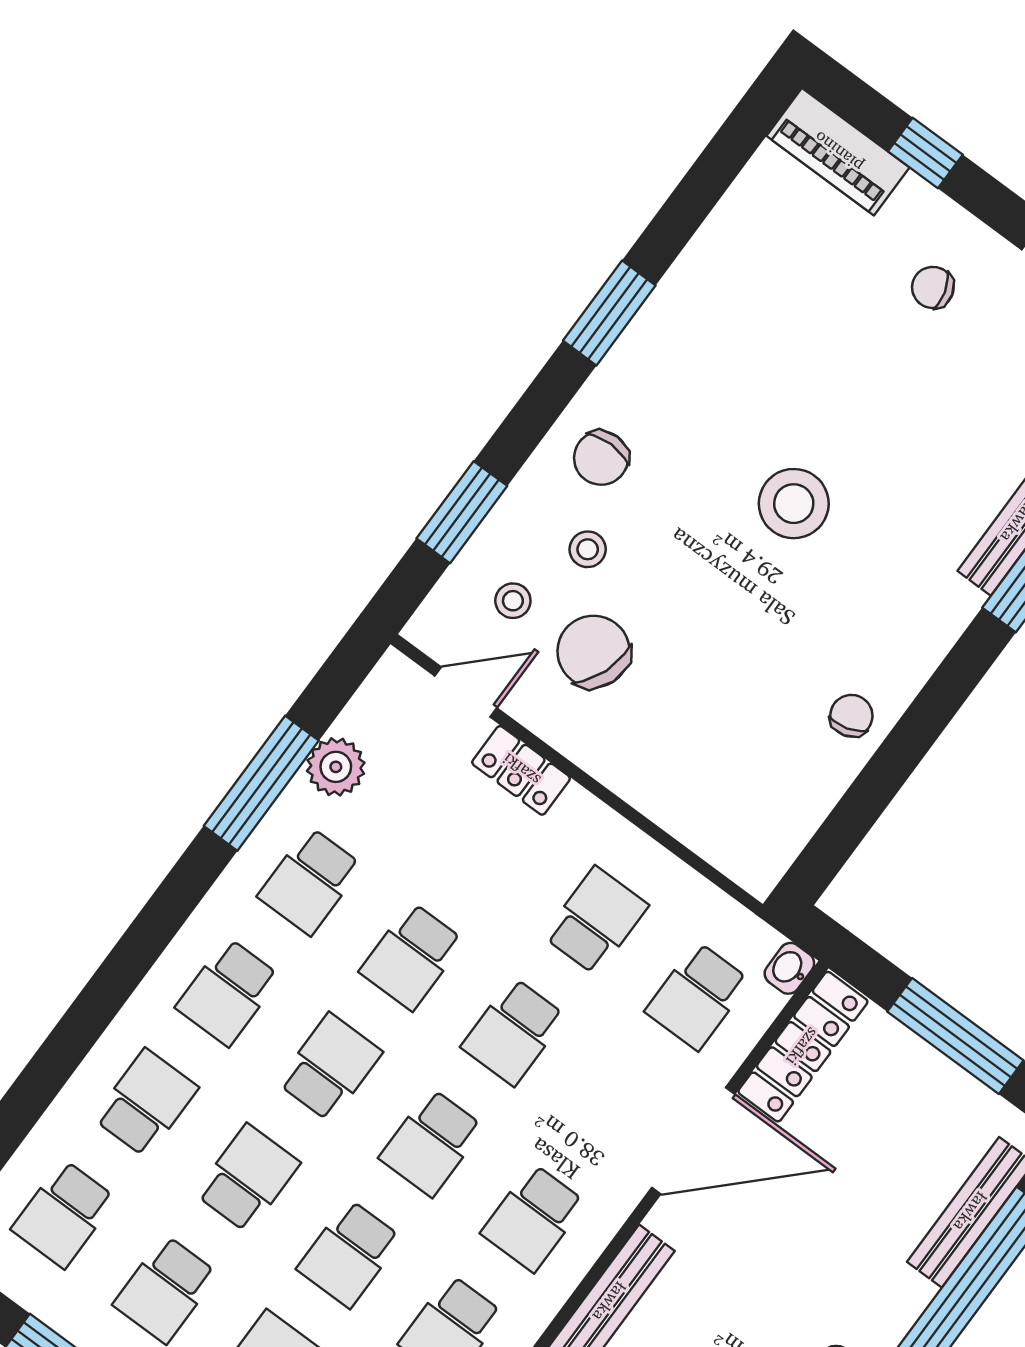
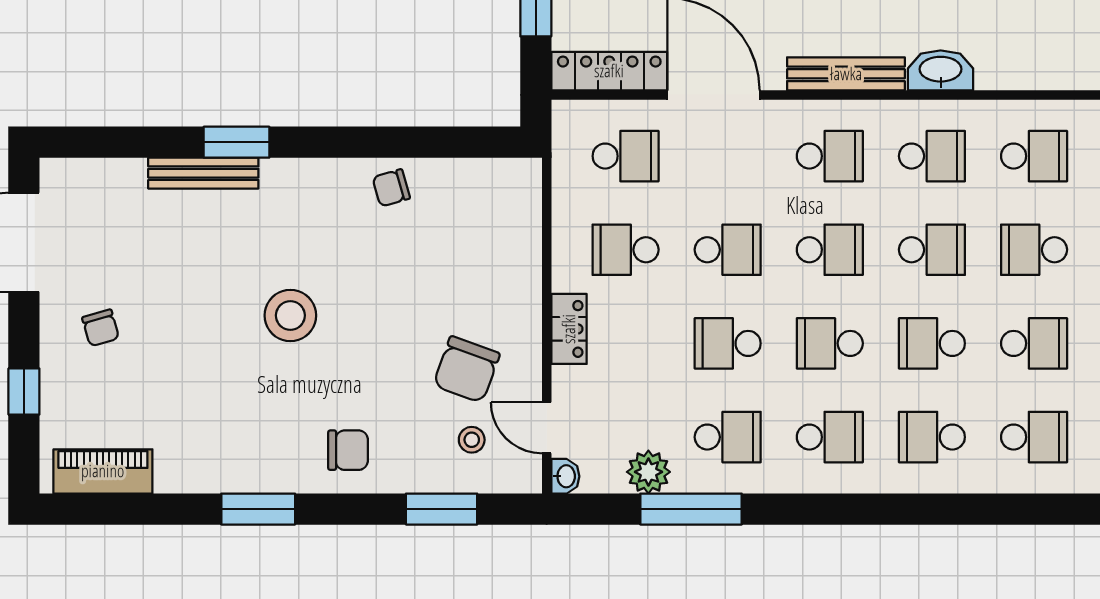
piano: (838, 152) -> (103, 471), moved, turned -90
stool: (588, 549) -> (408, 418), removed
locker: (521, 770) -> (569, 329), moved
school desk: (412, 956) -> (728, 343), turned 180
washbasin: (789, 968) -> (565, 476), moved, turned -90

